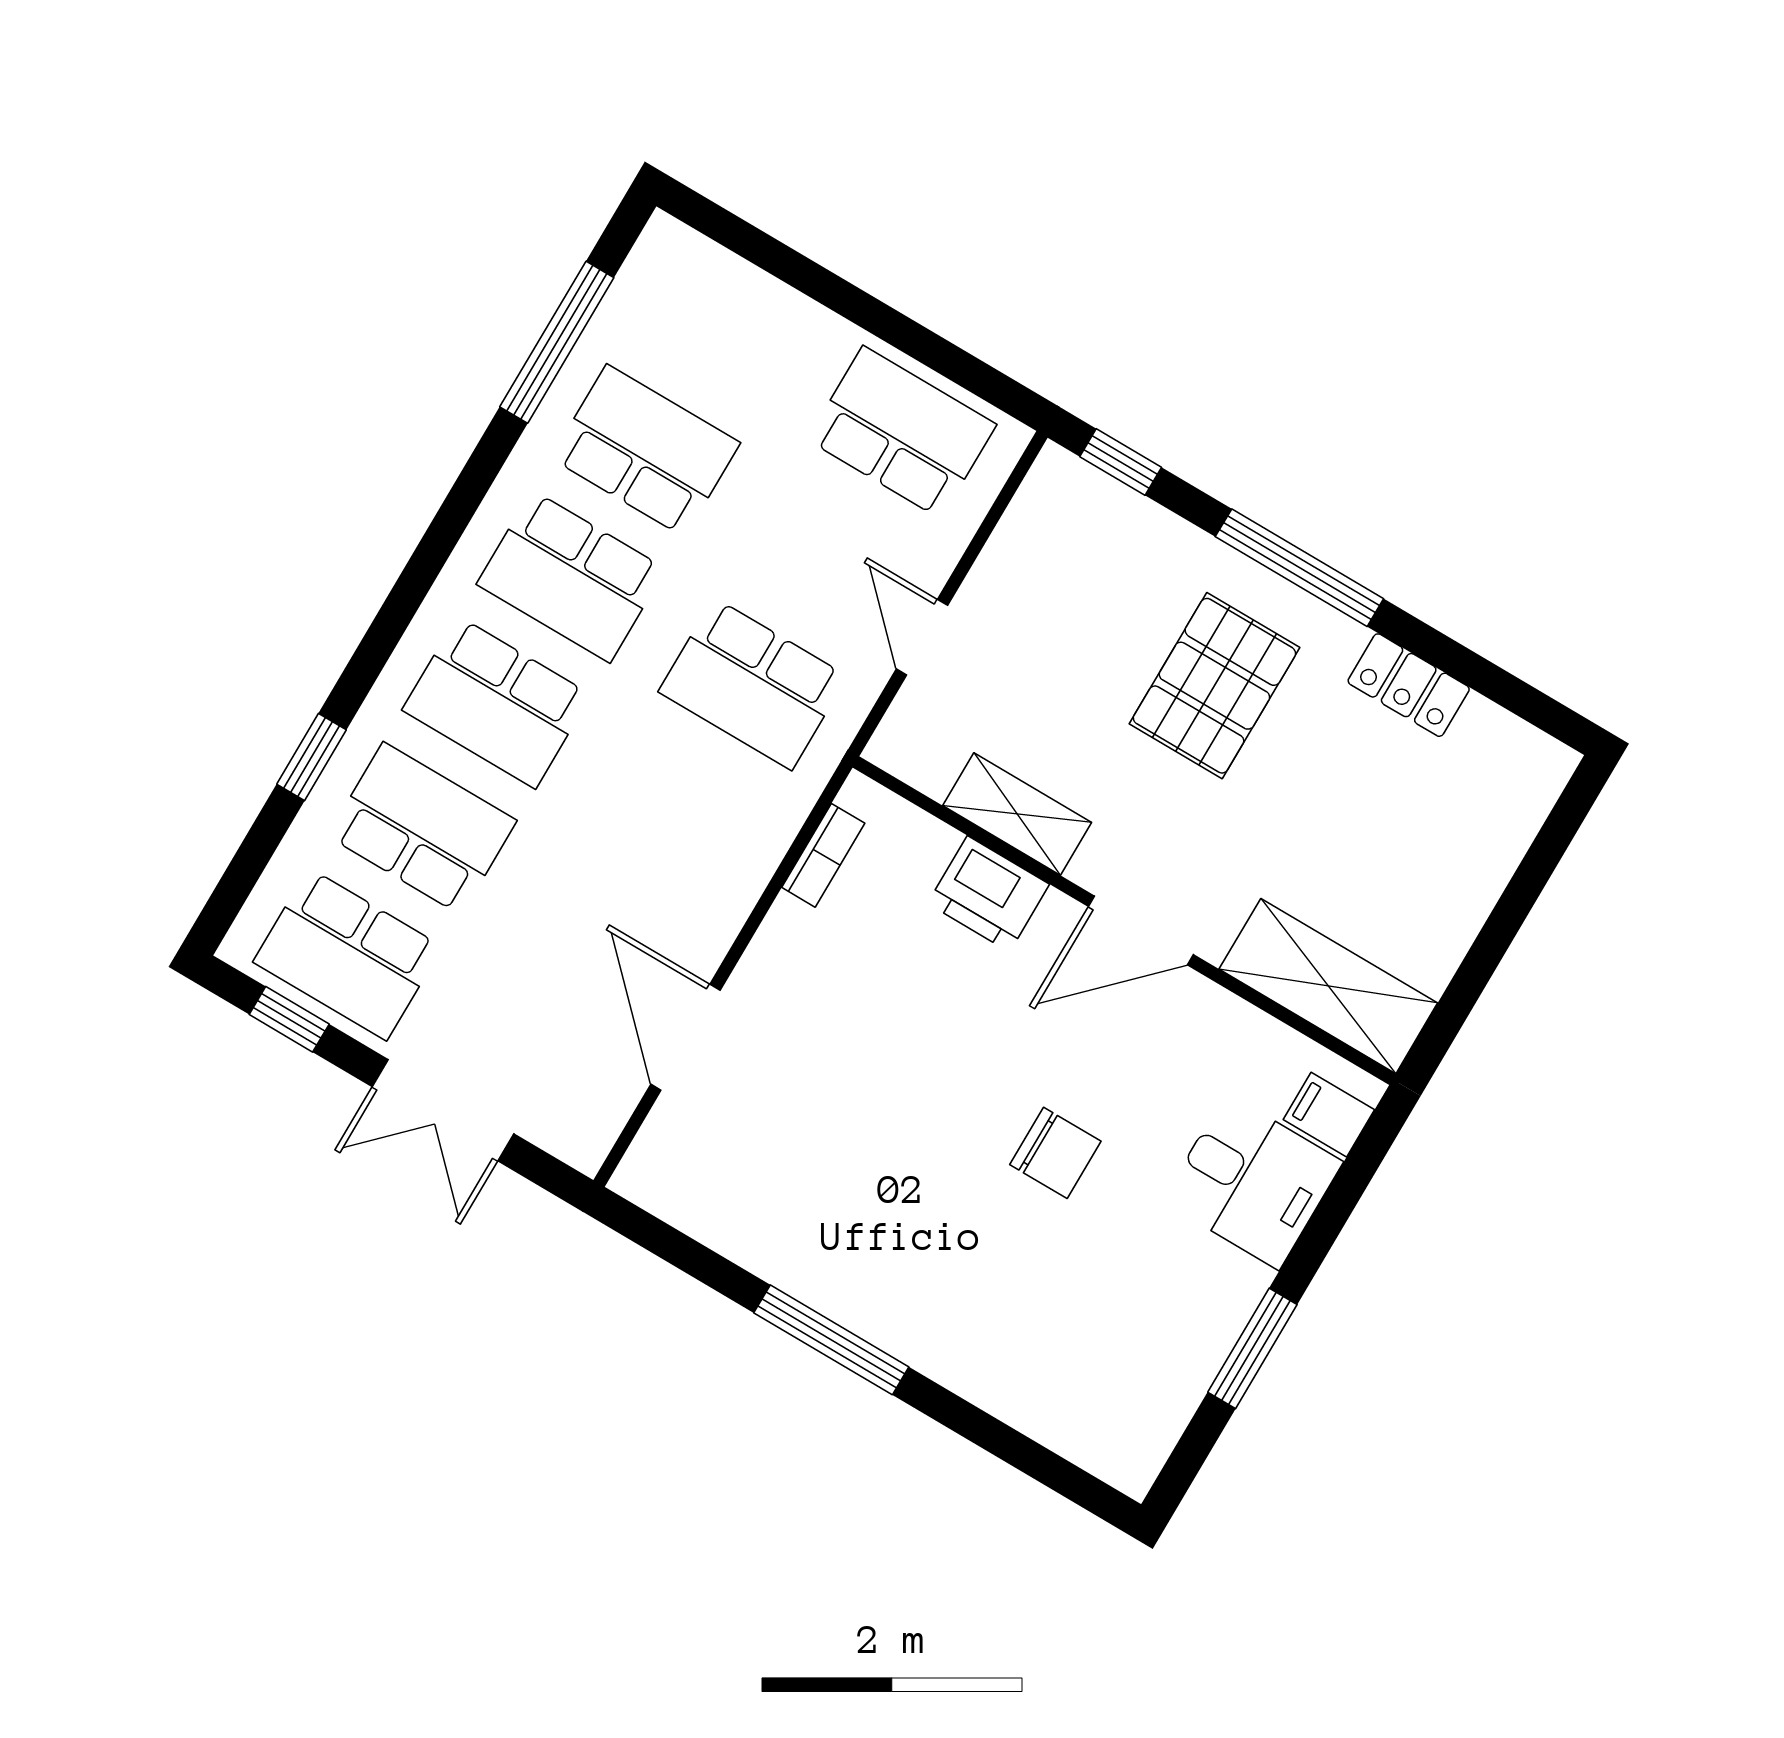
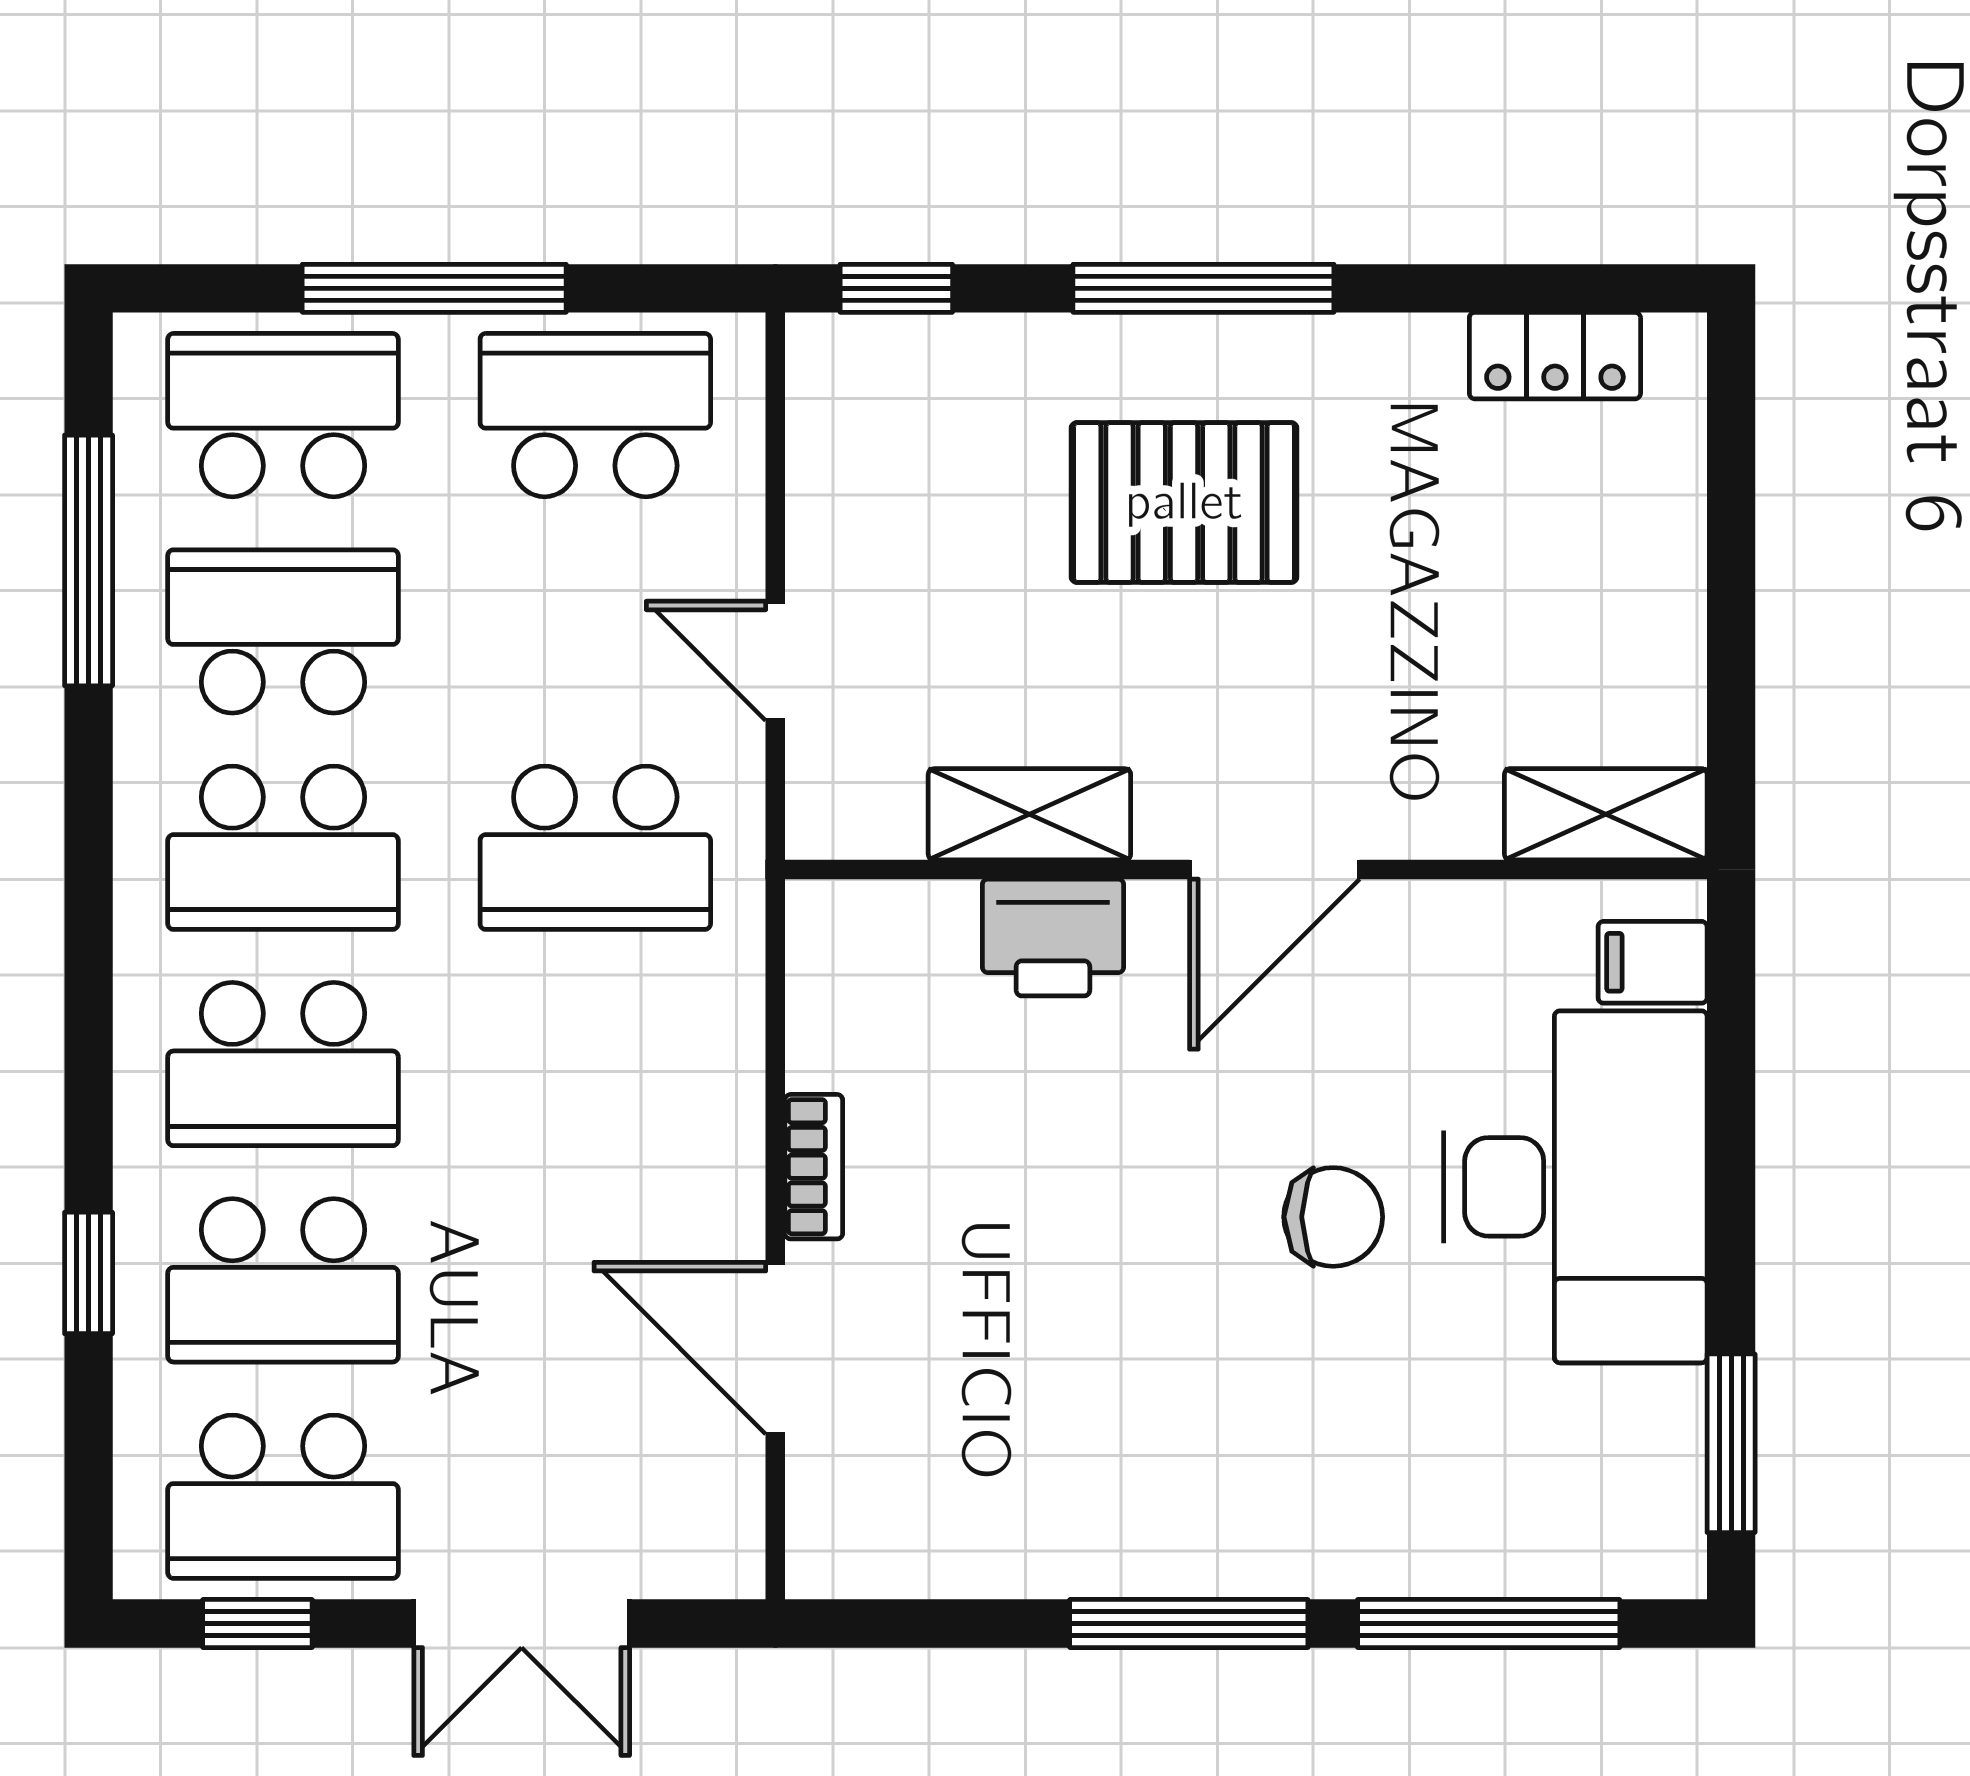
window: (852, 303) -> (434, 288), added
school desk: (720, 325) -> (283, 415), added
locker: (1409, 685) -> (1555, 356), moved
pallet: (1214, 686) -> (1184, 502), turned 90
school desk: (422, 828) -> (283, 1280), turned 180
bookcase: (823, 855) -> (814, 1167), moved
shelving: (1328, 986) -> (1606, 814), width x0.67, depth x0.75
desk: (1253, 1181) -> (1575, 1187), width x1.87, depth x1.30
window: (1252, 1348) -> (1731, 1443), moved
window: (1006, 1443) -> (1489, 1623), added

